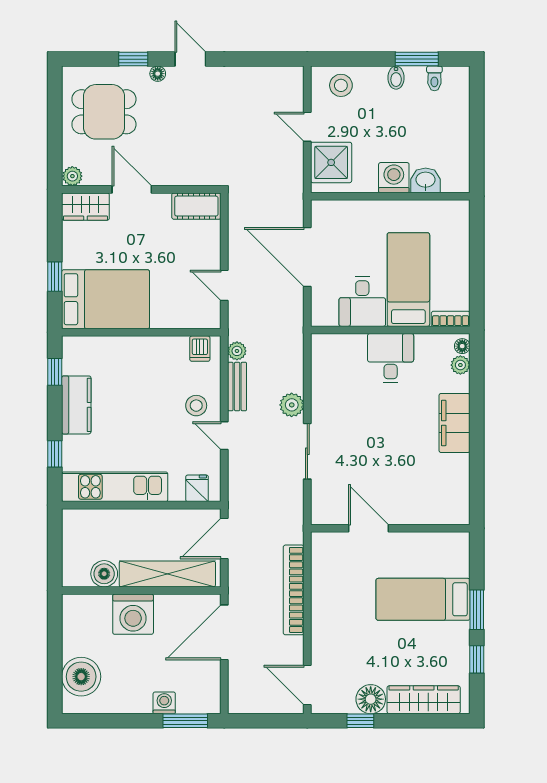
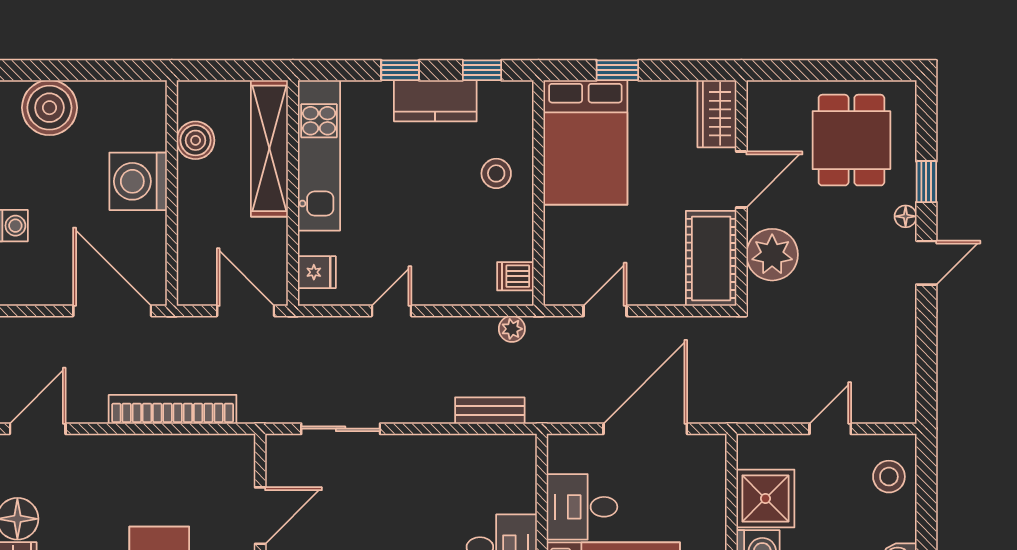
shower: (331, 162) -> (765, 499), moved
plant: (72, 176) -> (772, 255), moved, width x1.87, depth x1.87
cot: (196, 206) -> (711, 258), width x1.37, depth x1.34
bench: (237, 386) -> (490, 411), moved
plant: (292, 405) -> (435, 407), removed
stool: (196, 406) -> (496, 173), moved
sliding door: (307, 451) -> (341, 429), moved
window: (55, 454) -> (400, 70), moved
shelving: (167, 574) -> (269, 148), moved

